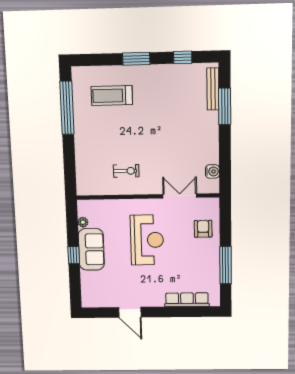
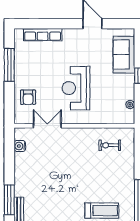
exercise bike: (126, 171) -> (110, 145), moved
double door: (180, 196) -> (47, 126), swing flipped
sofa: (91, 249) -> (124, 55), moved

